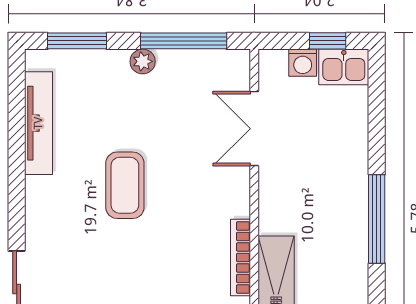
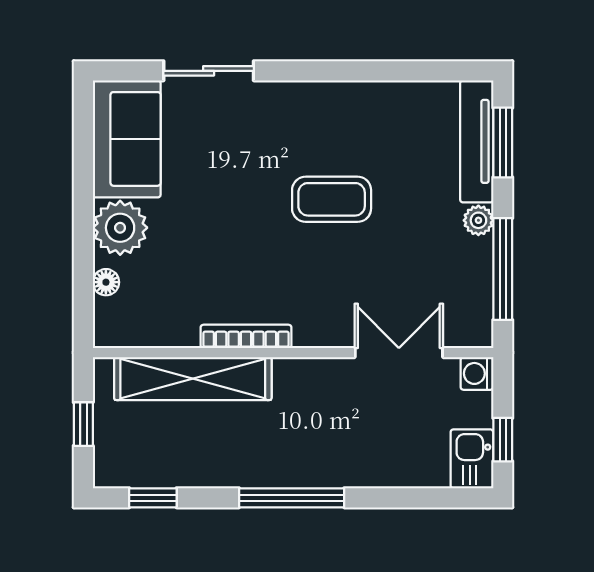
washing machine: (303, 63) -> (477, 373), moved
tv unit: (38, 123) -> (477, 141), moved, turned 90

